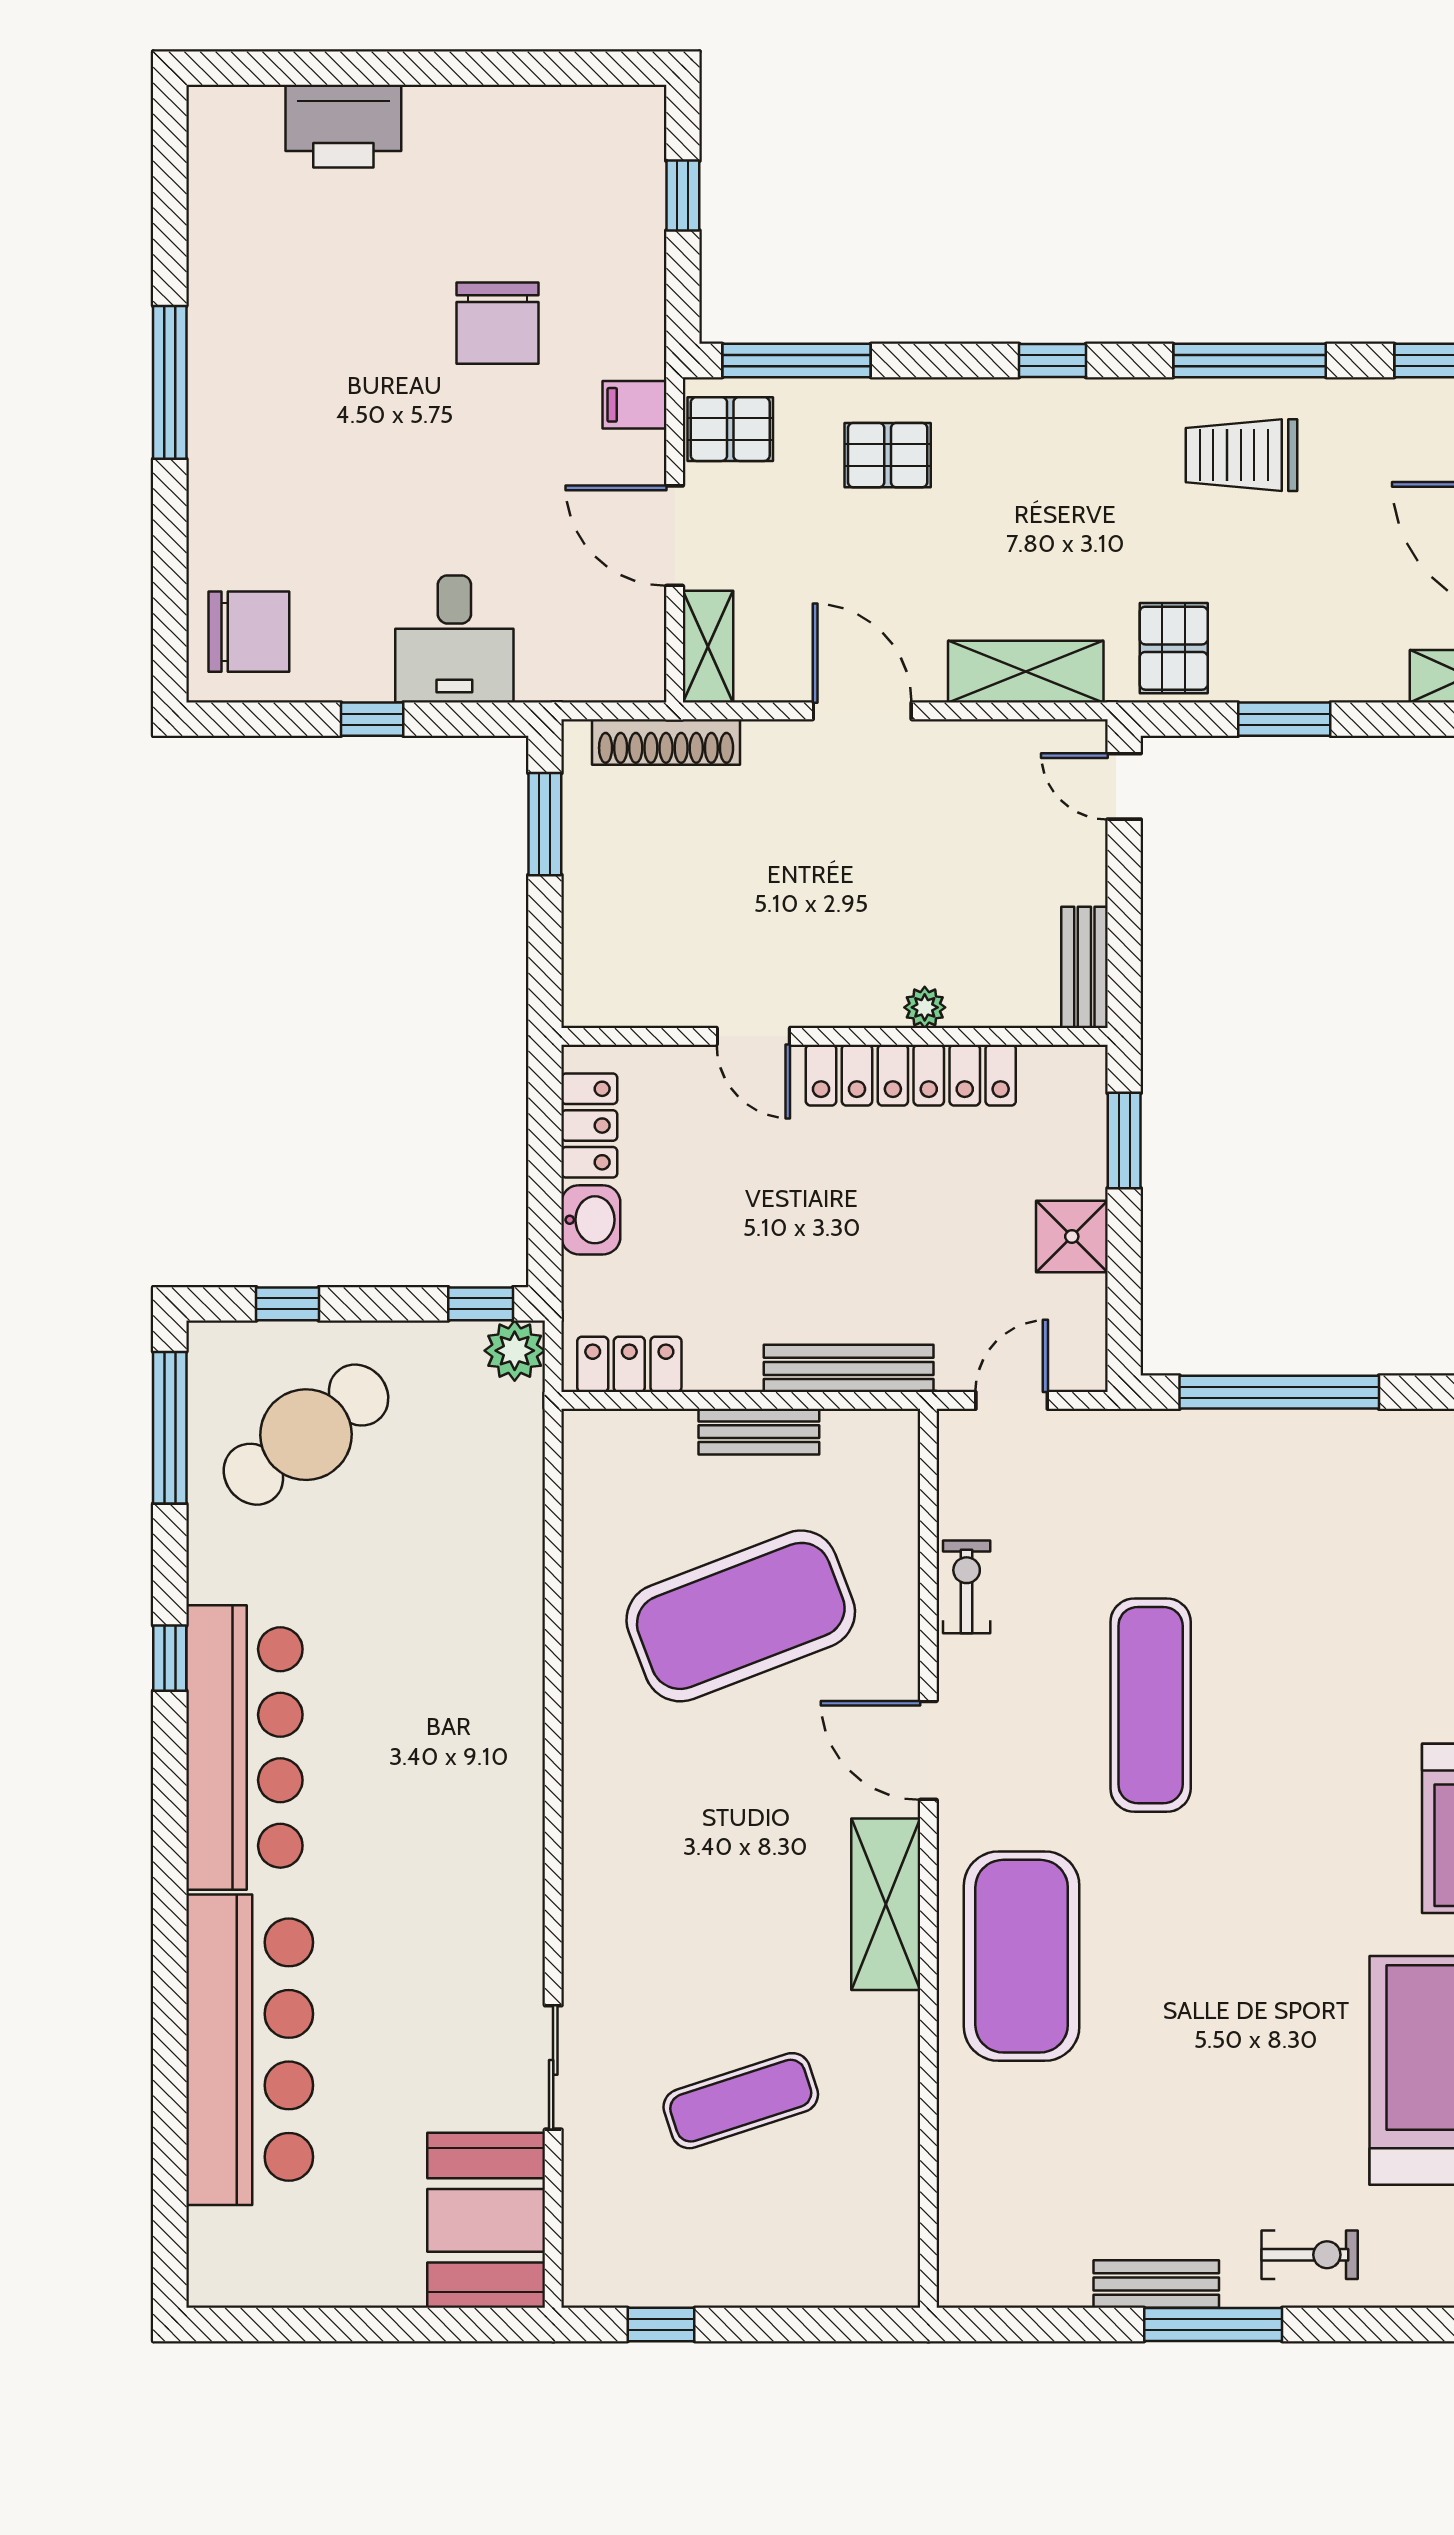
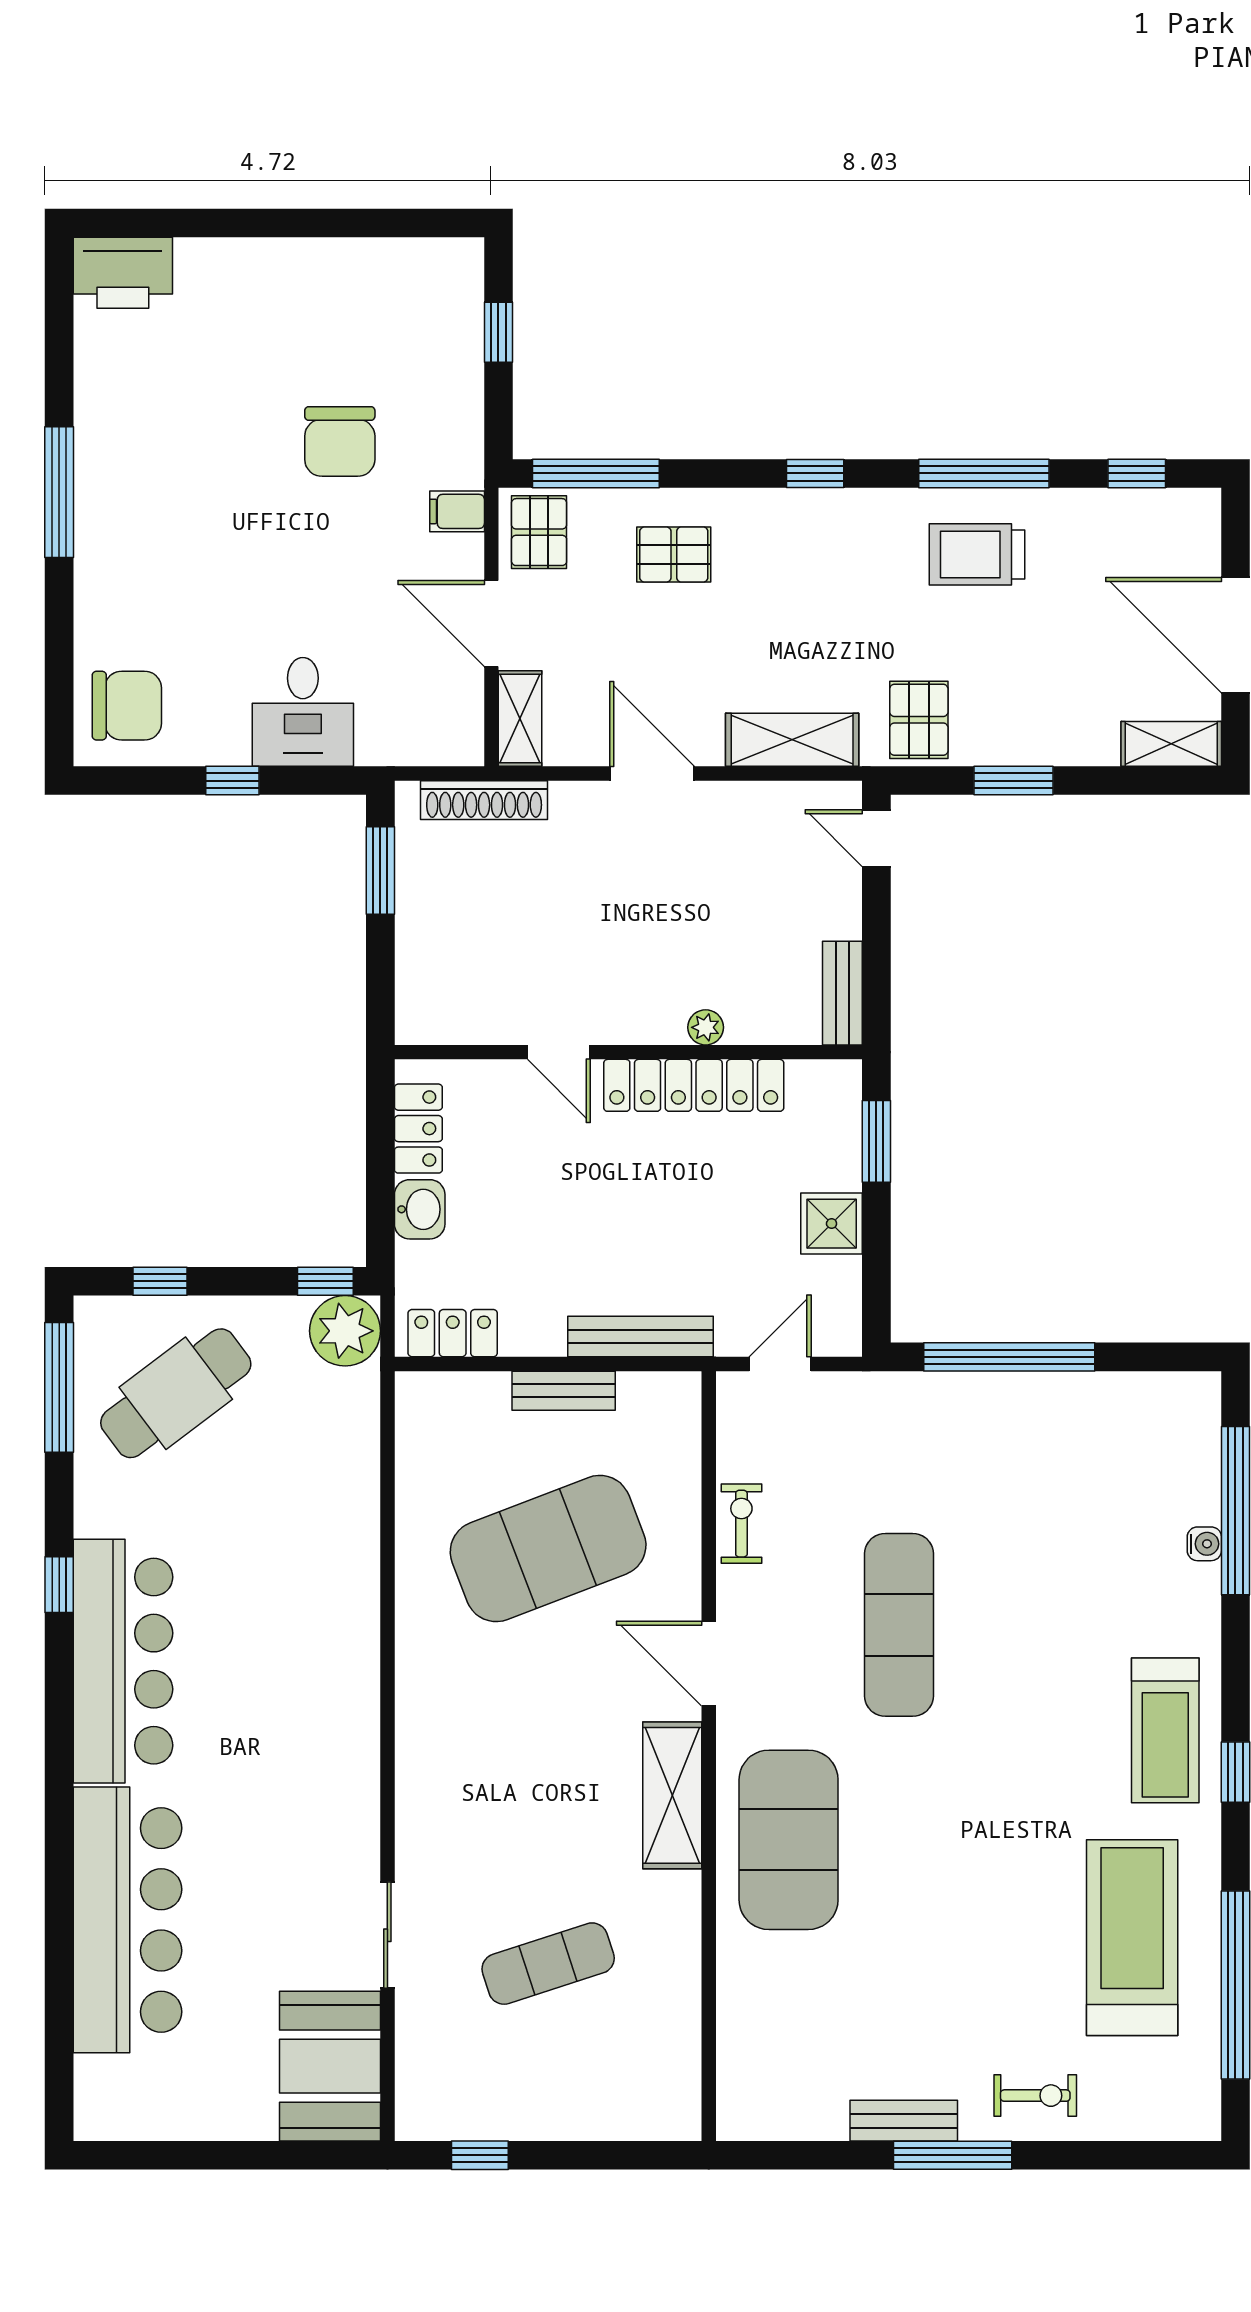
printer: (343, 126) -> (123, 273), moved
pallet: (730, 429) -> (539, 532), turned 90
plant: (515, 1351) -> (345, 1331), width x1.36, depth x1.36

